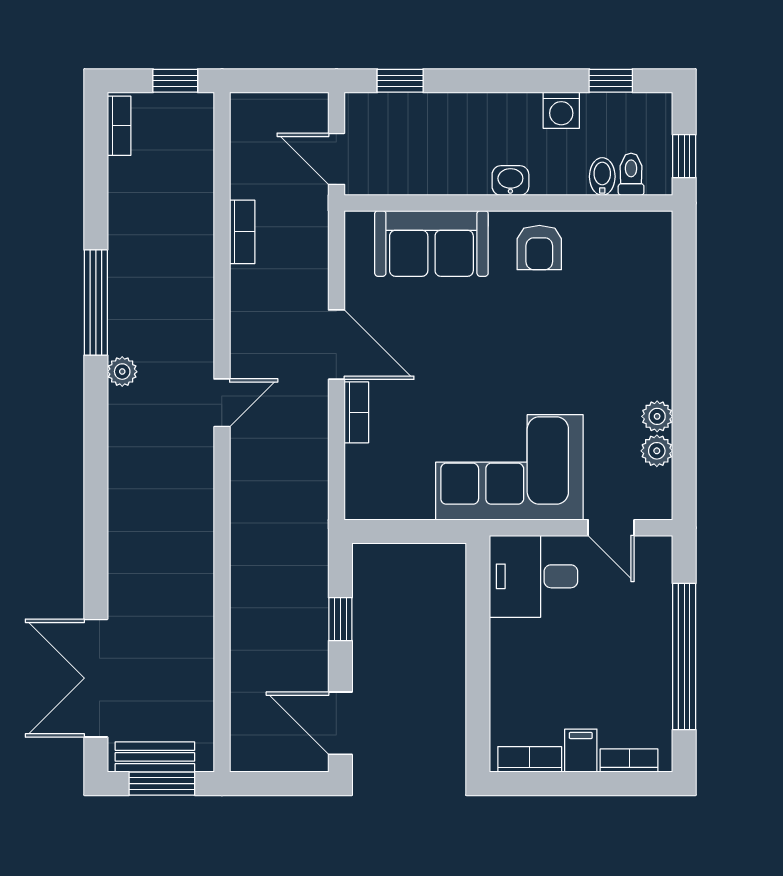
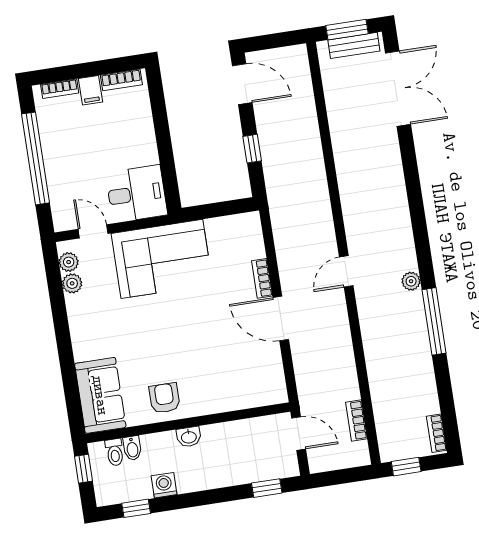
bookcase: (242, 232) -> (356, 421), moved
sofa: (431, 243) -> (100, 395), moved, turned 90
plant: (657, 416) -> (69, 262), moved

